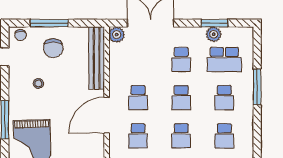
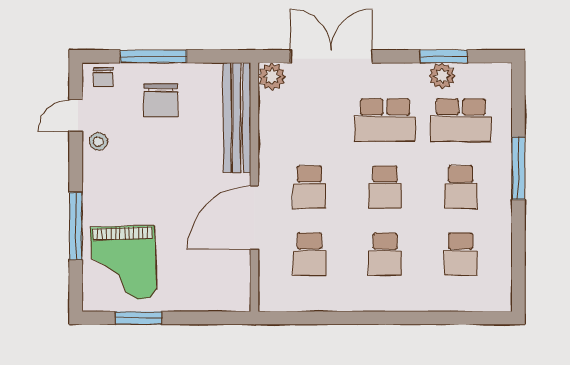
school desk: (181, 59) -> (385, 120), width x1.85
stool: (38, 83) -> (98, 142), moved

